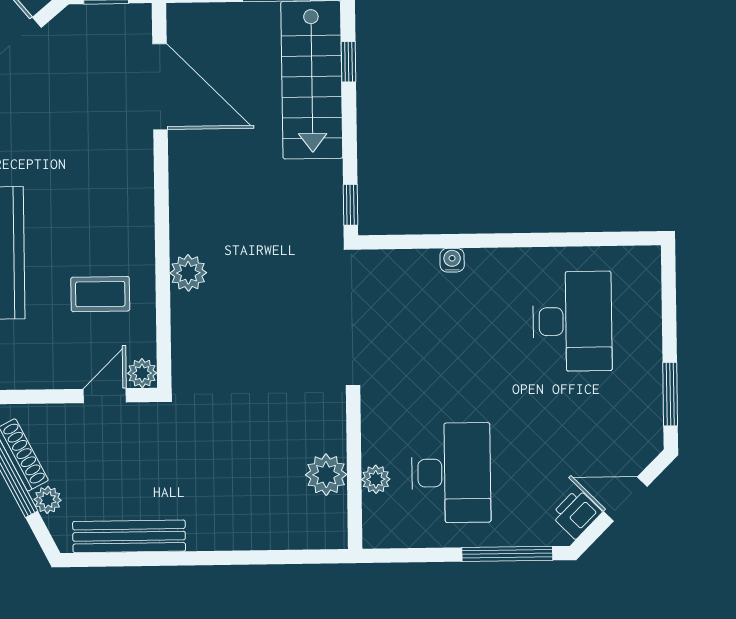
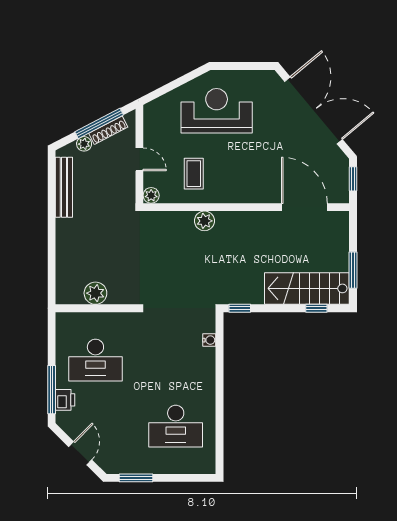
door: (160, 87) -> (304, 207), swing flipped
water cooler: (452, 260) -> (209, 340), moved
door: (105, 396) -> (139, 159), moved
plant: (376, 479) -> (93, 320), removed
printer: (576, 514) -> (65, 400), moved, turned 45

